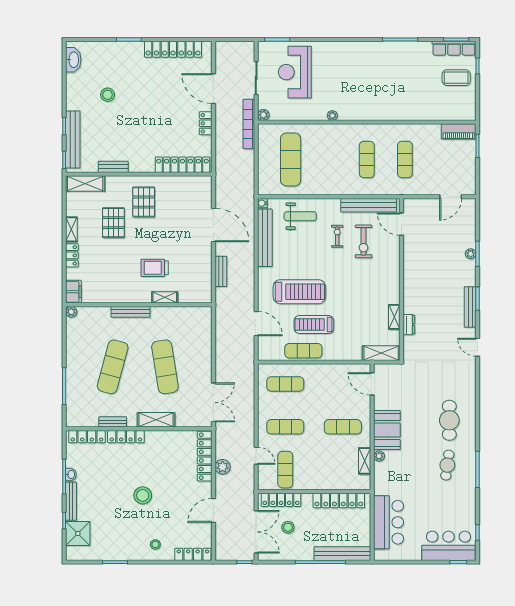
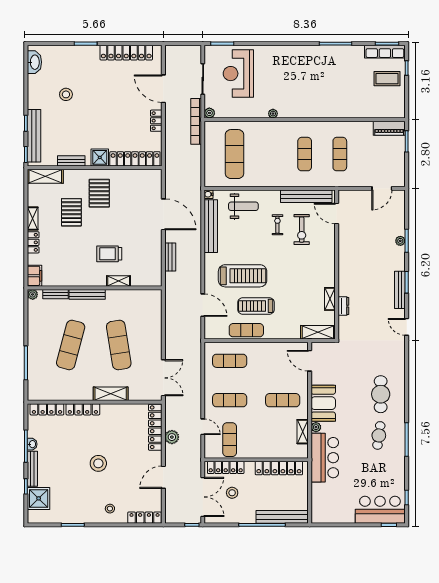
shower: (144, 163) -> (100, 157), added
bench: (113, 422) -> (56, 294), moved
bar counter: (389, 522) -> (325, 458), moved

